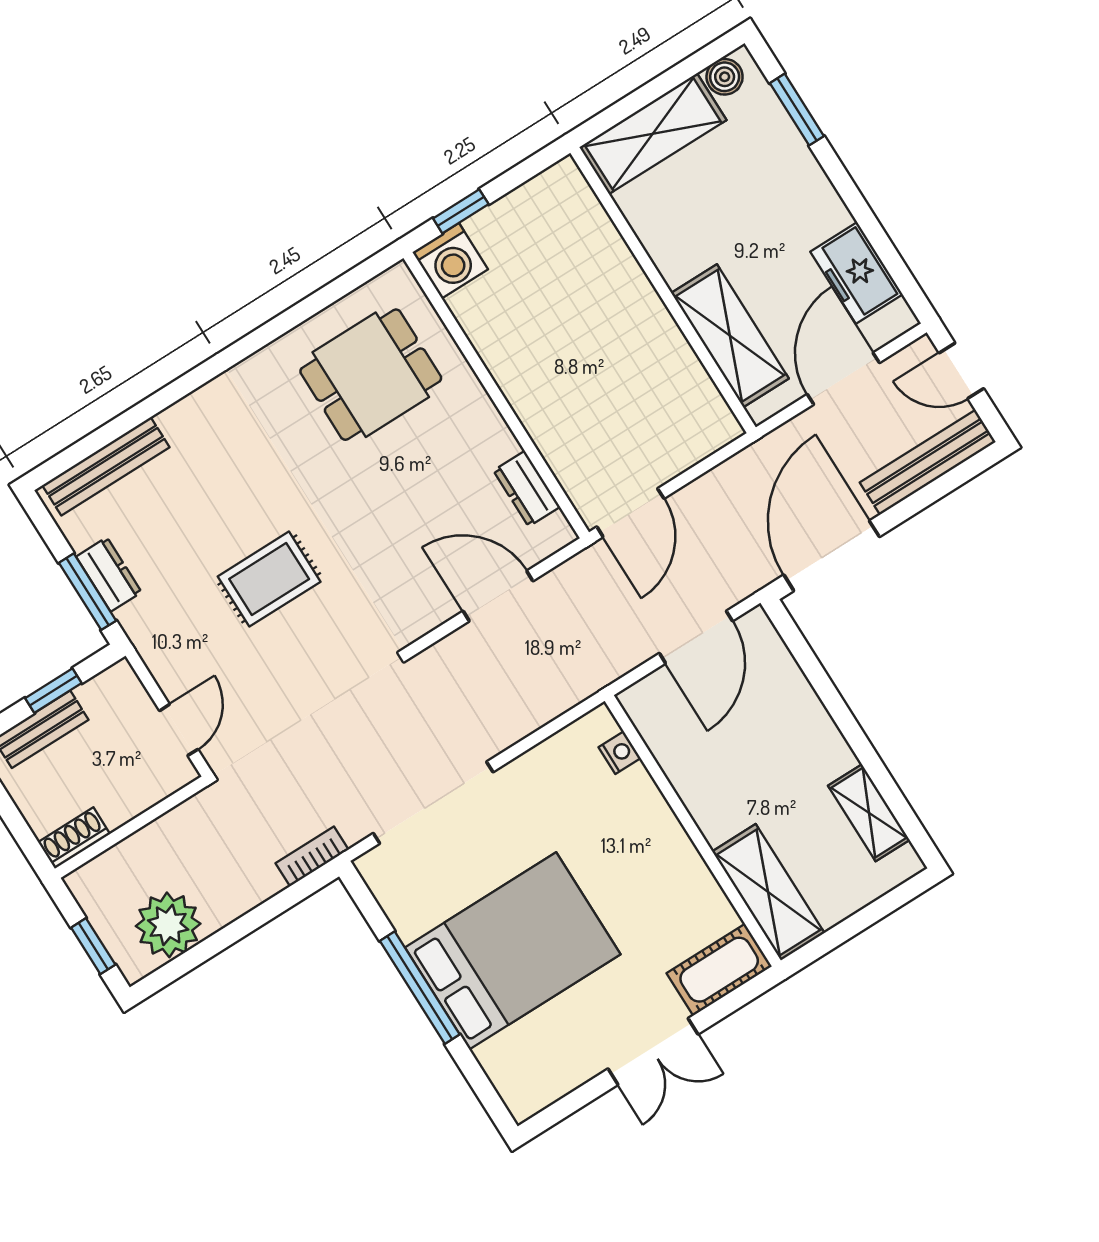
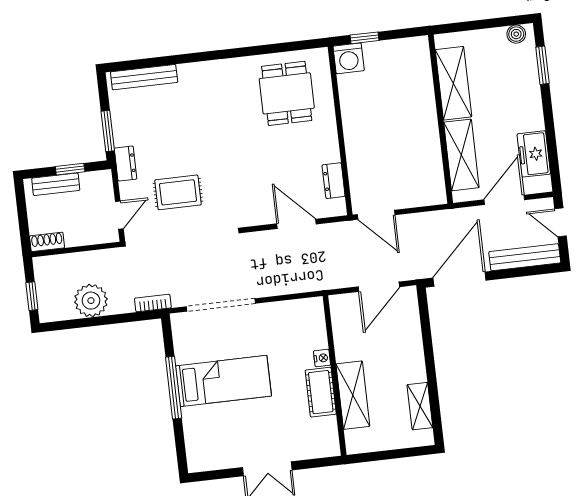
shelving: (653, 134) -> (453, 83), moved, turned 90
dining table: (371, 375) -> (287, 93), turned 90
door: (630, 513) -> (376, 215), hinge flipped
dresser: (109, 574) -> (126, 164), moved
rug: (269, 579) -> (178, 192), moved
nightstand: (620, 753) -> (322, 358), moved
shelving: (768, 892) -> (353, 395), moved
plant: (168, 925) -> (91, 301), moved
bed: (513, 951) -> (224, 381), width x0.67
cot: (719, 970) -> (321, 392), moved, turned 90

